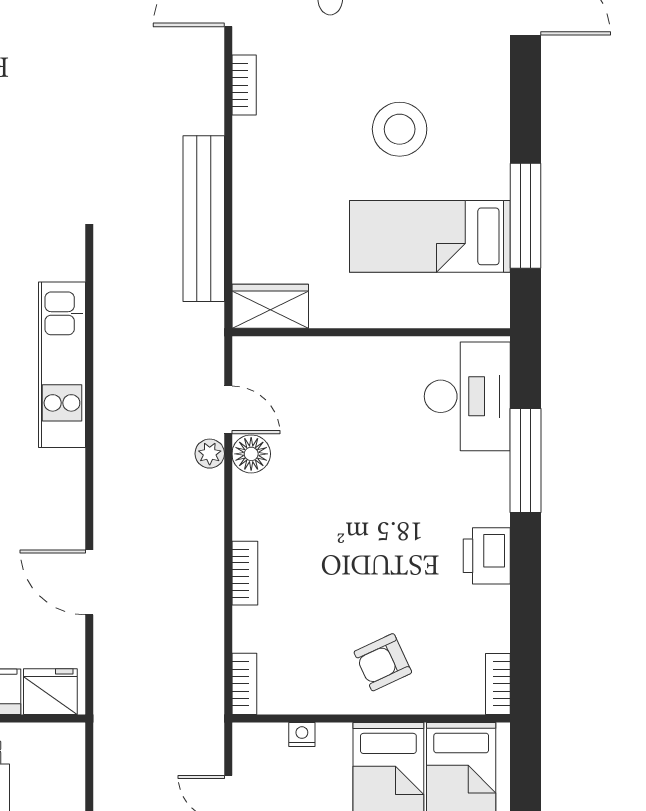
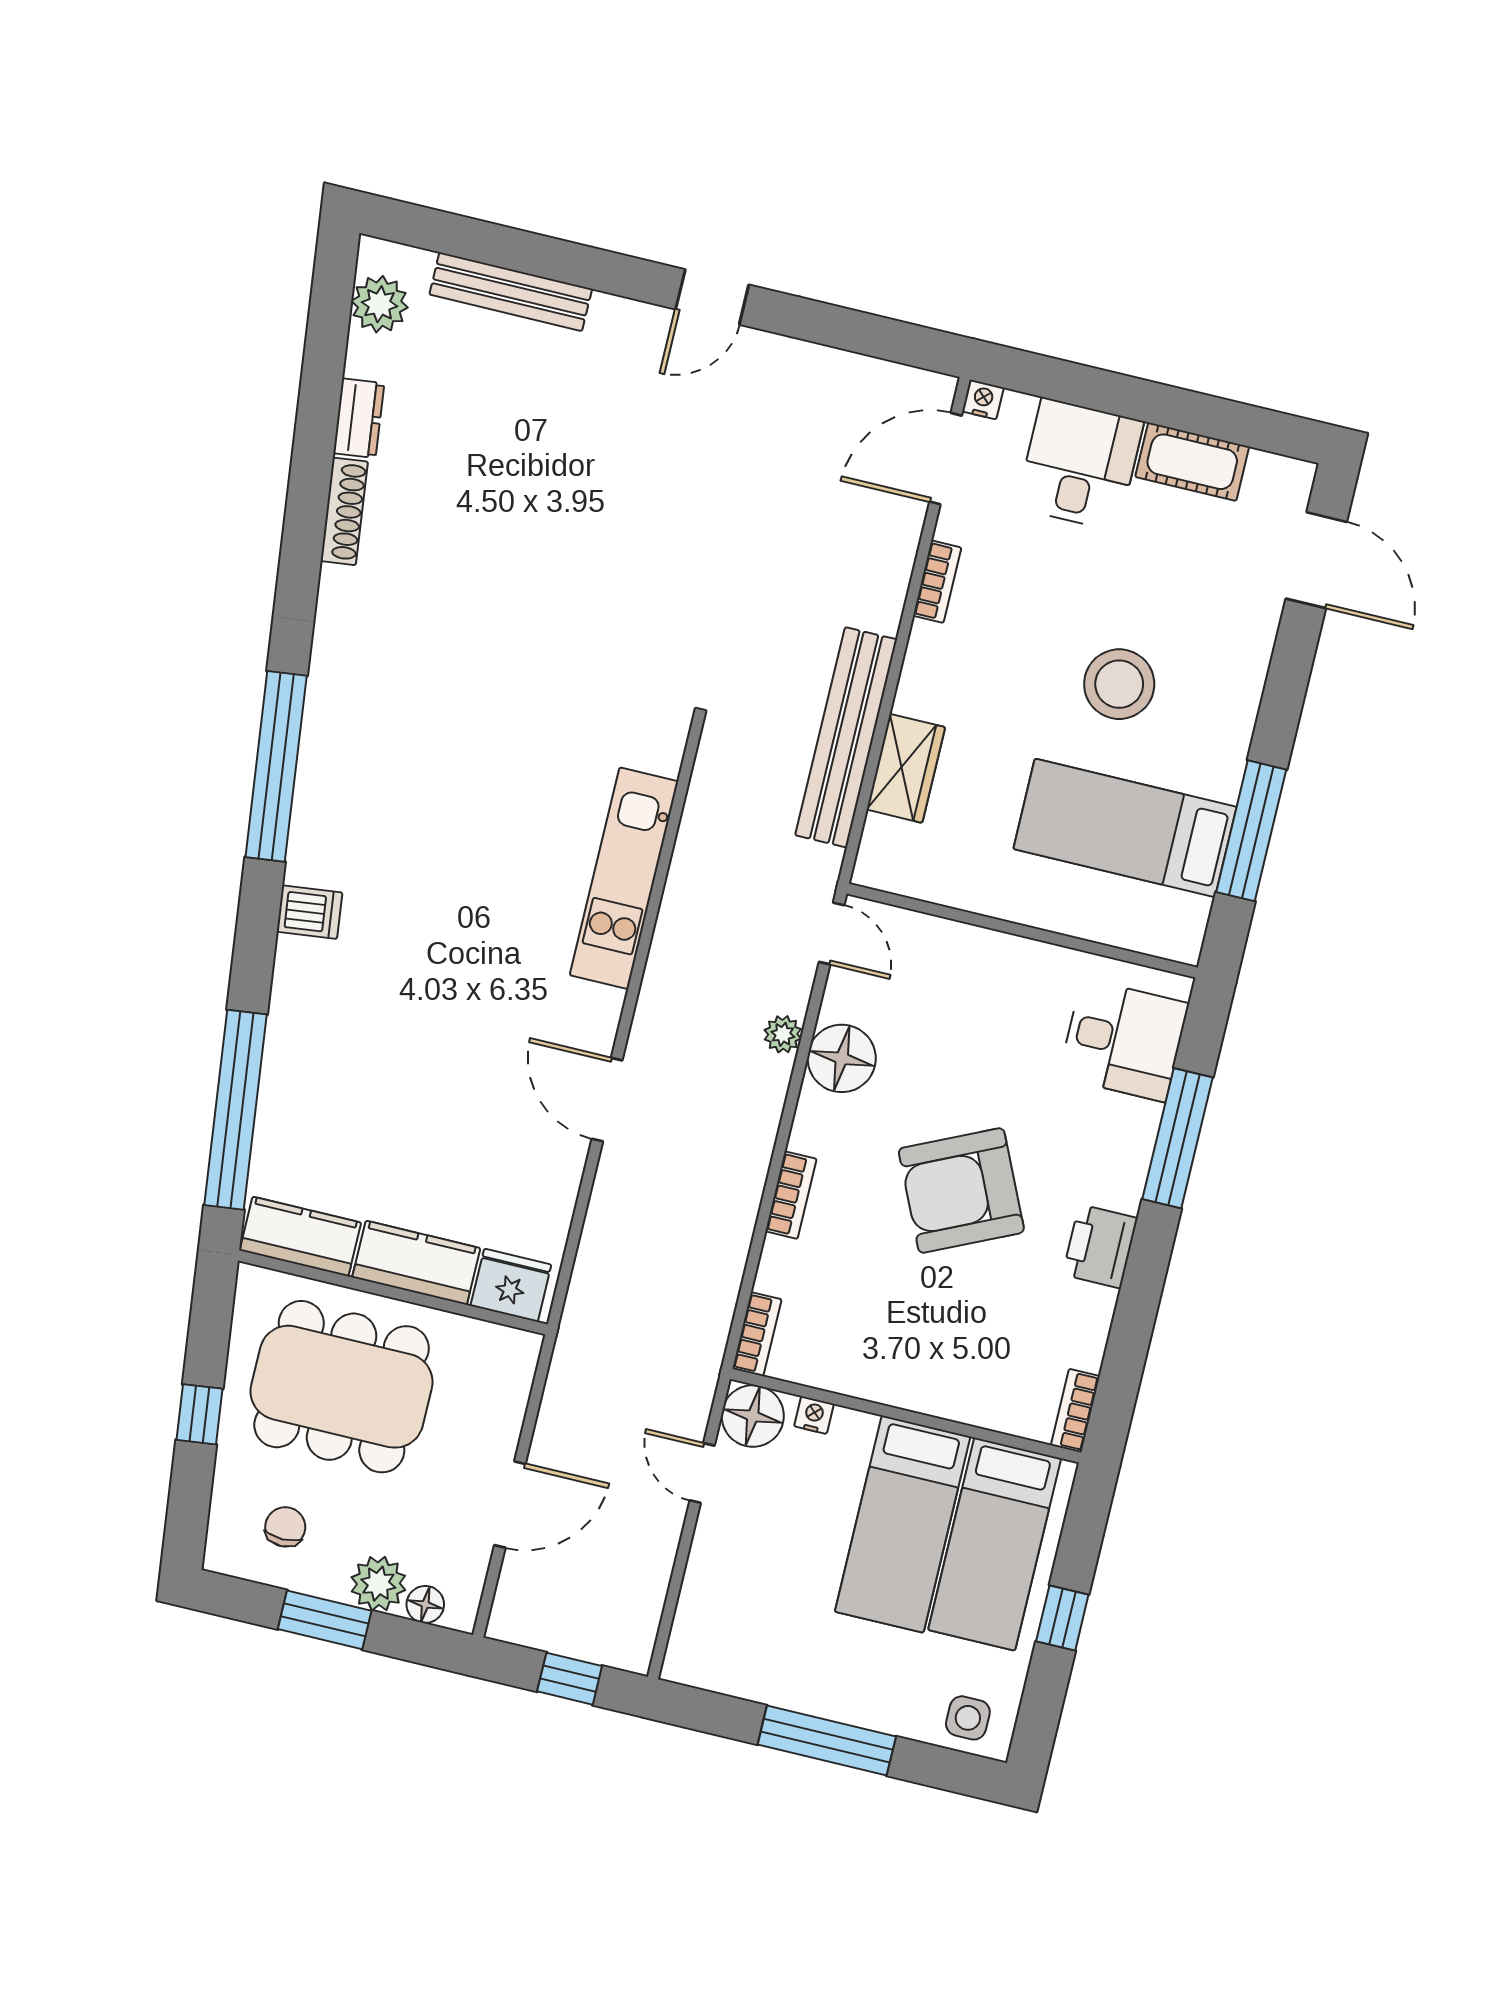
wardrobe: (270, 306) -> (906, 768), moved, turned 90
desk: (467, 396) -> (1124, 1040), width x0.73
door: (228, 410) -> (832, 933), moved
floor lamp: (251, 454) -> (842, 1058), width x1.38, depth x1.38
door: (89, 582) -> (607, 1100), moved
armchair: (383, 662) -> (961, 1190), moved, width x1.88, depth x1.88
floor lamp: (256, 746) -> (753, 1416), added

